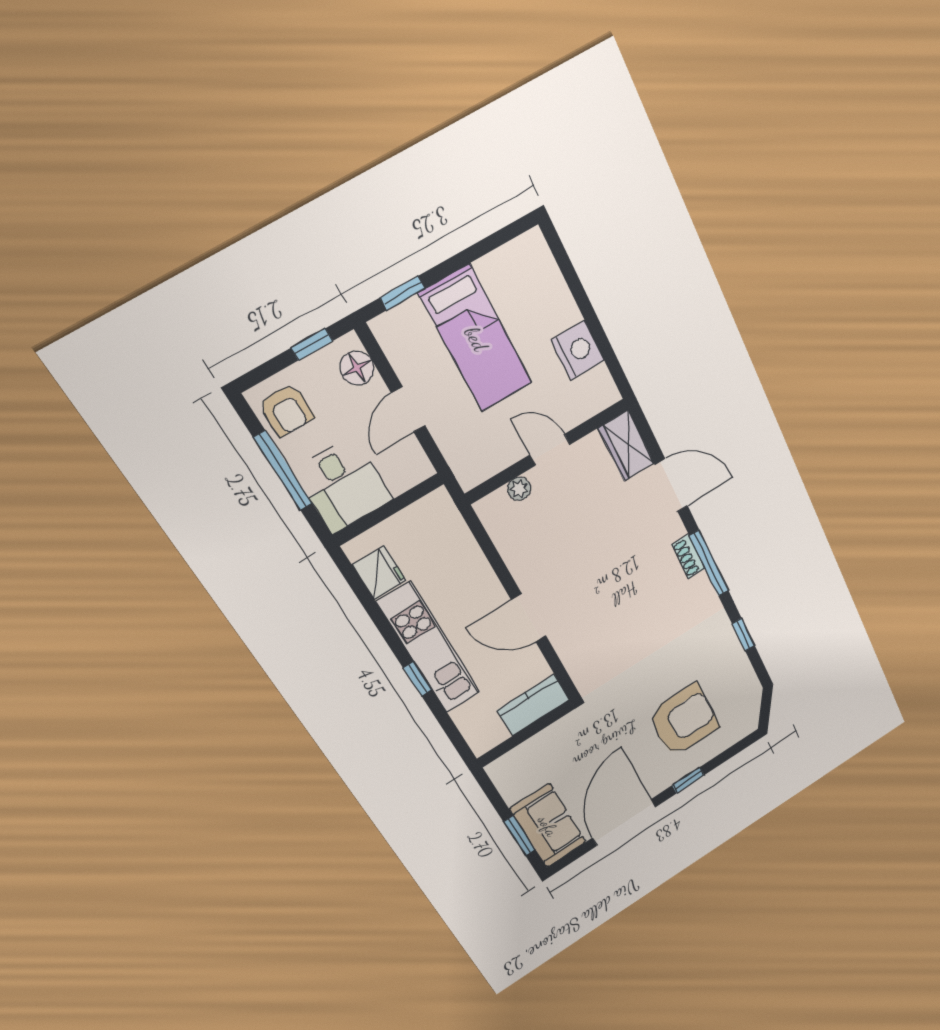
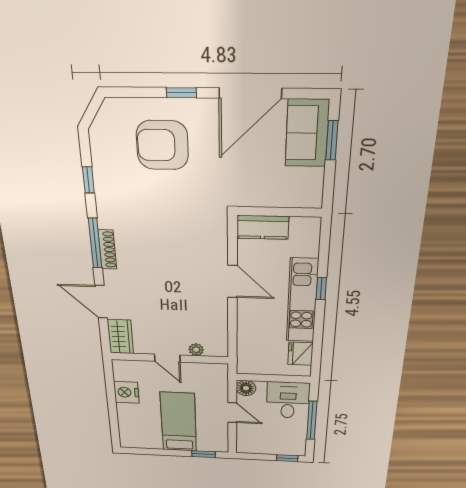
window: (312, 344) -> (287, 458), moved
floor lamp: (357, 368) -> (246, 388), moved
door: (408, 409) -> (232, 413), hinge flipped
armchair: (286, 410) -> (291, 441), removed
shoe rack: (688, 557) -> (107, 250), width x1.43

